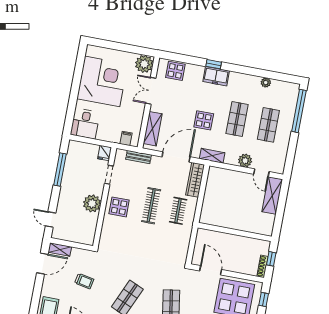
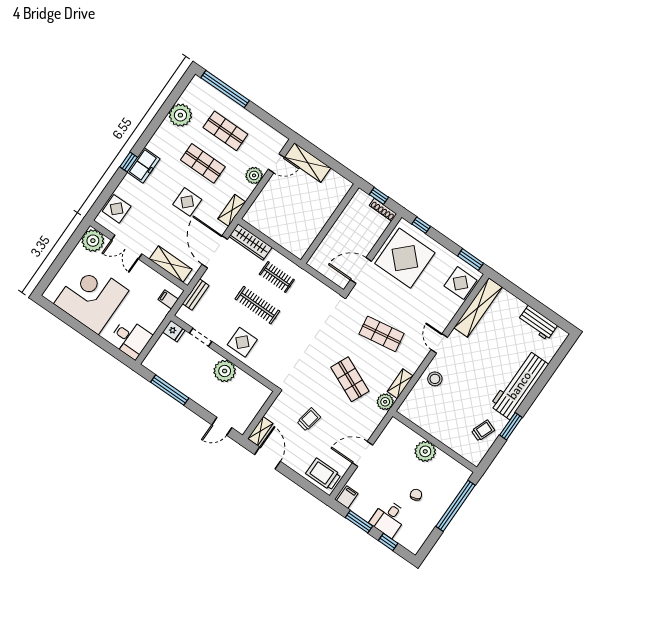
plant: (266, 83) -> (180, 115), width x1.88, depth x1.88

